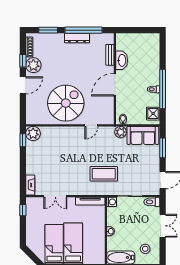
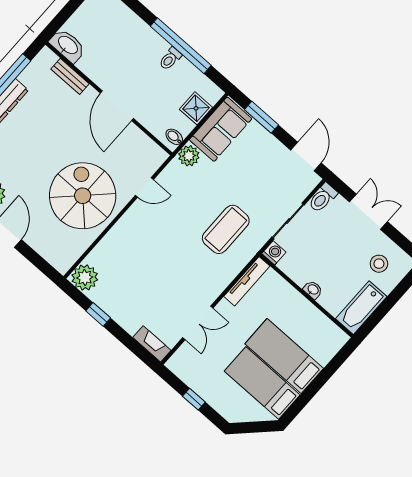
washbasin: (122, 60) -> (68, 45), moved
shower: (153, 114) -> (196, 108), moved
door: (91, 125) -> (144, 187), hinge flipped
window: (23, 140) -> (98, 314), moved
window: (23, 210) -> (194, 399), moved

